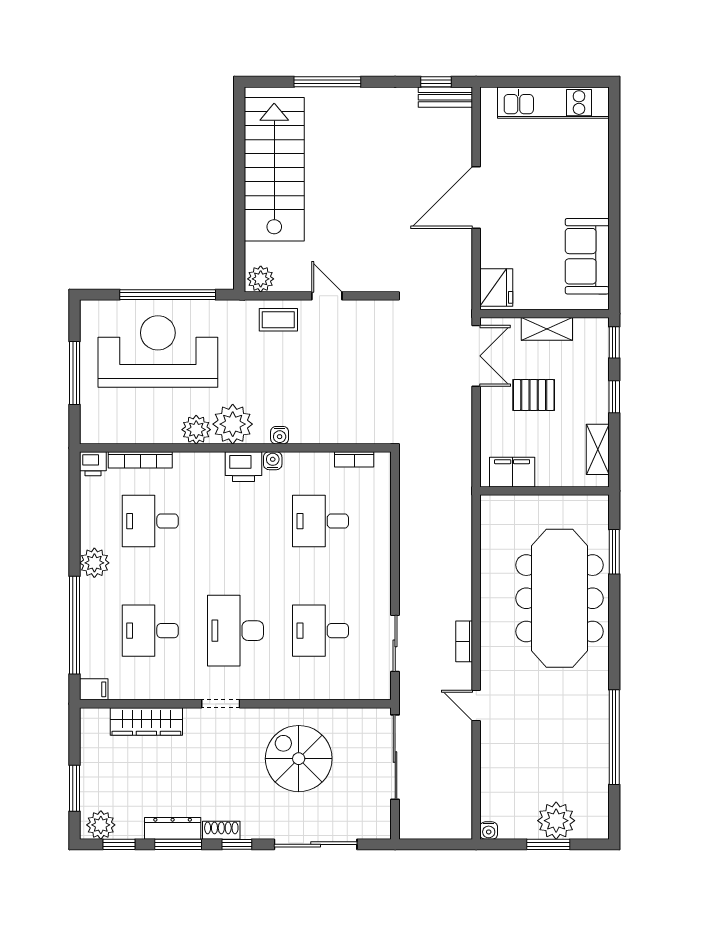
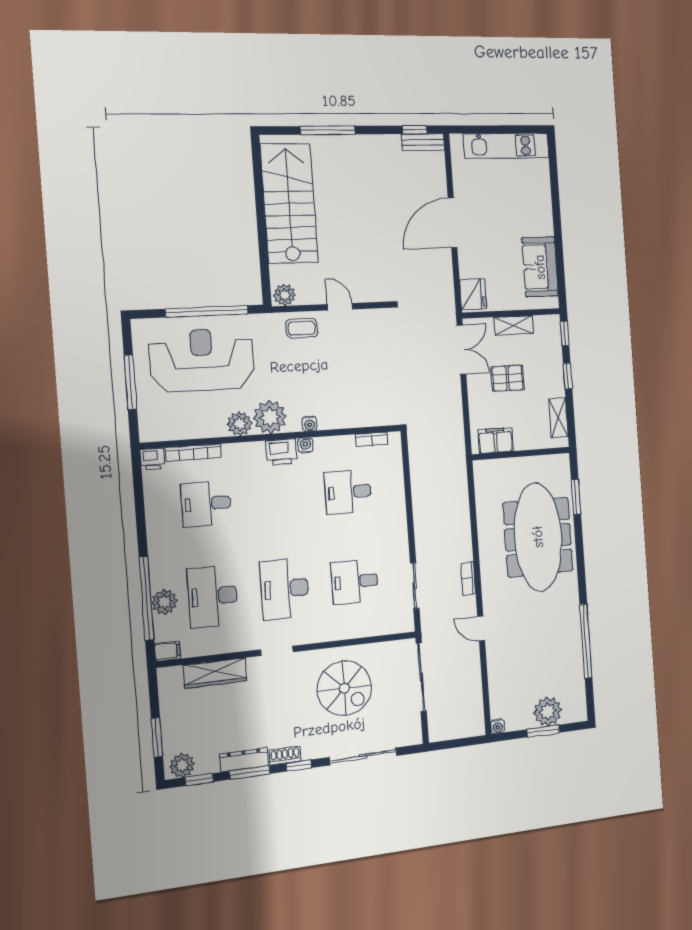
plant: (94, 563) -> (164, 602), moved
desk: (150, 631) -> (213, 596), width x1.37
spiral stairs: (299, 759) -> (344, 688), turned 180

